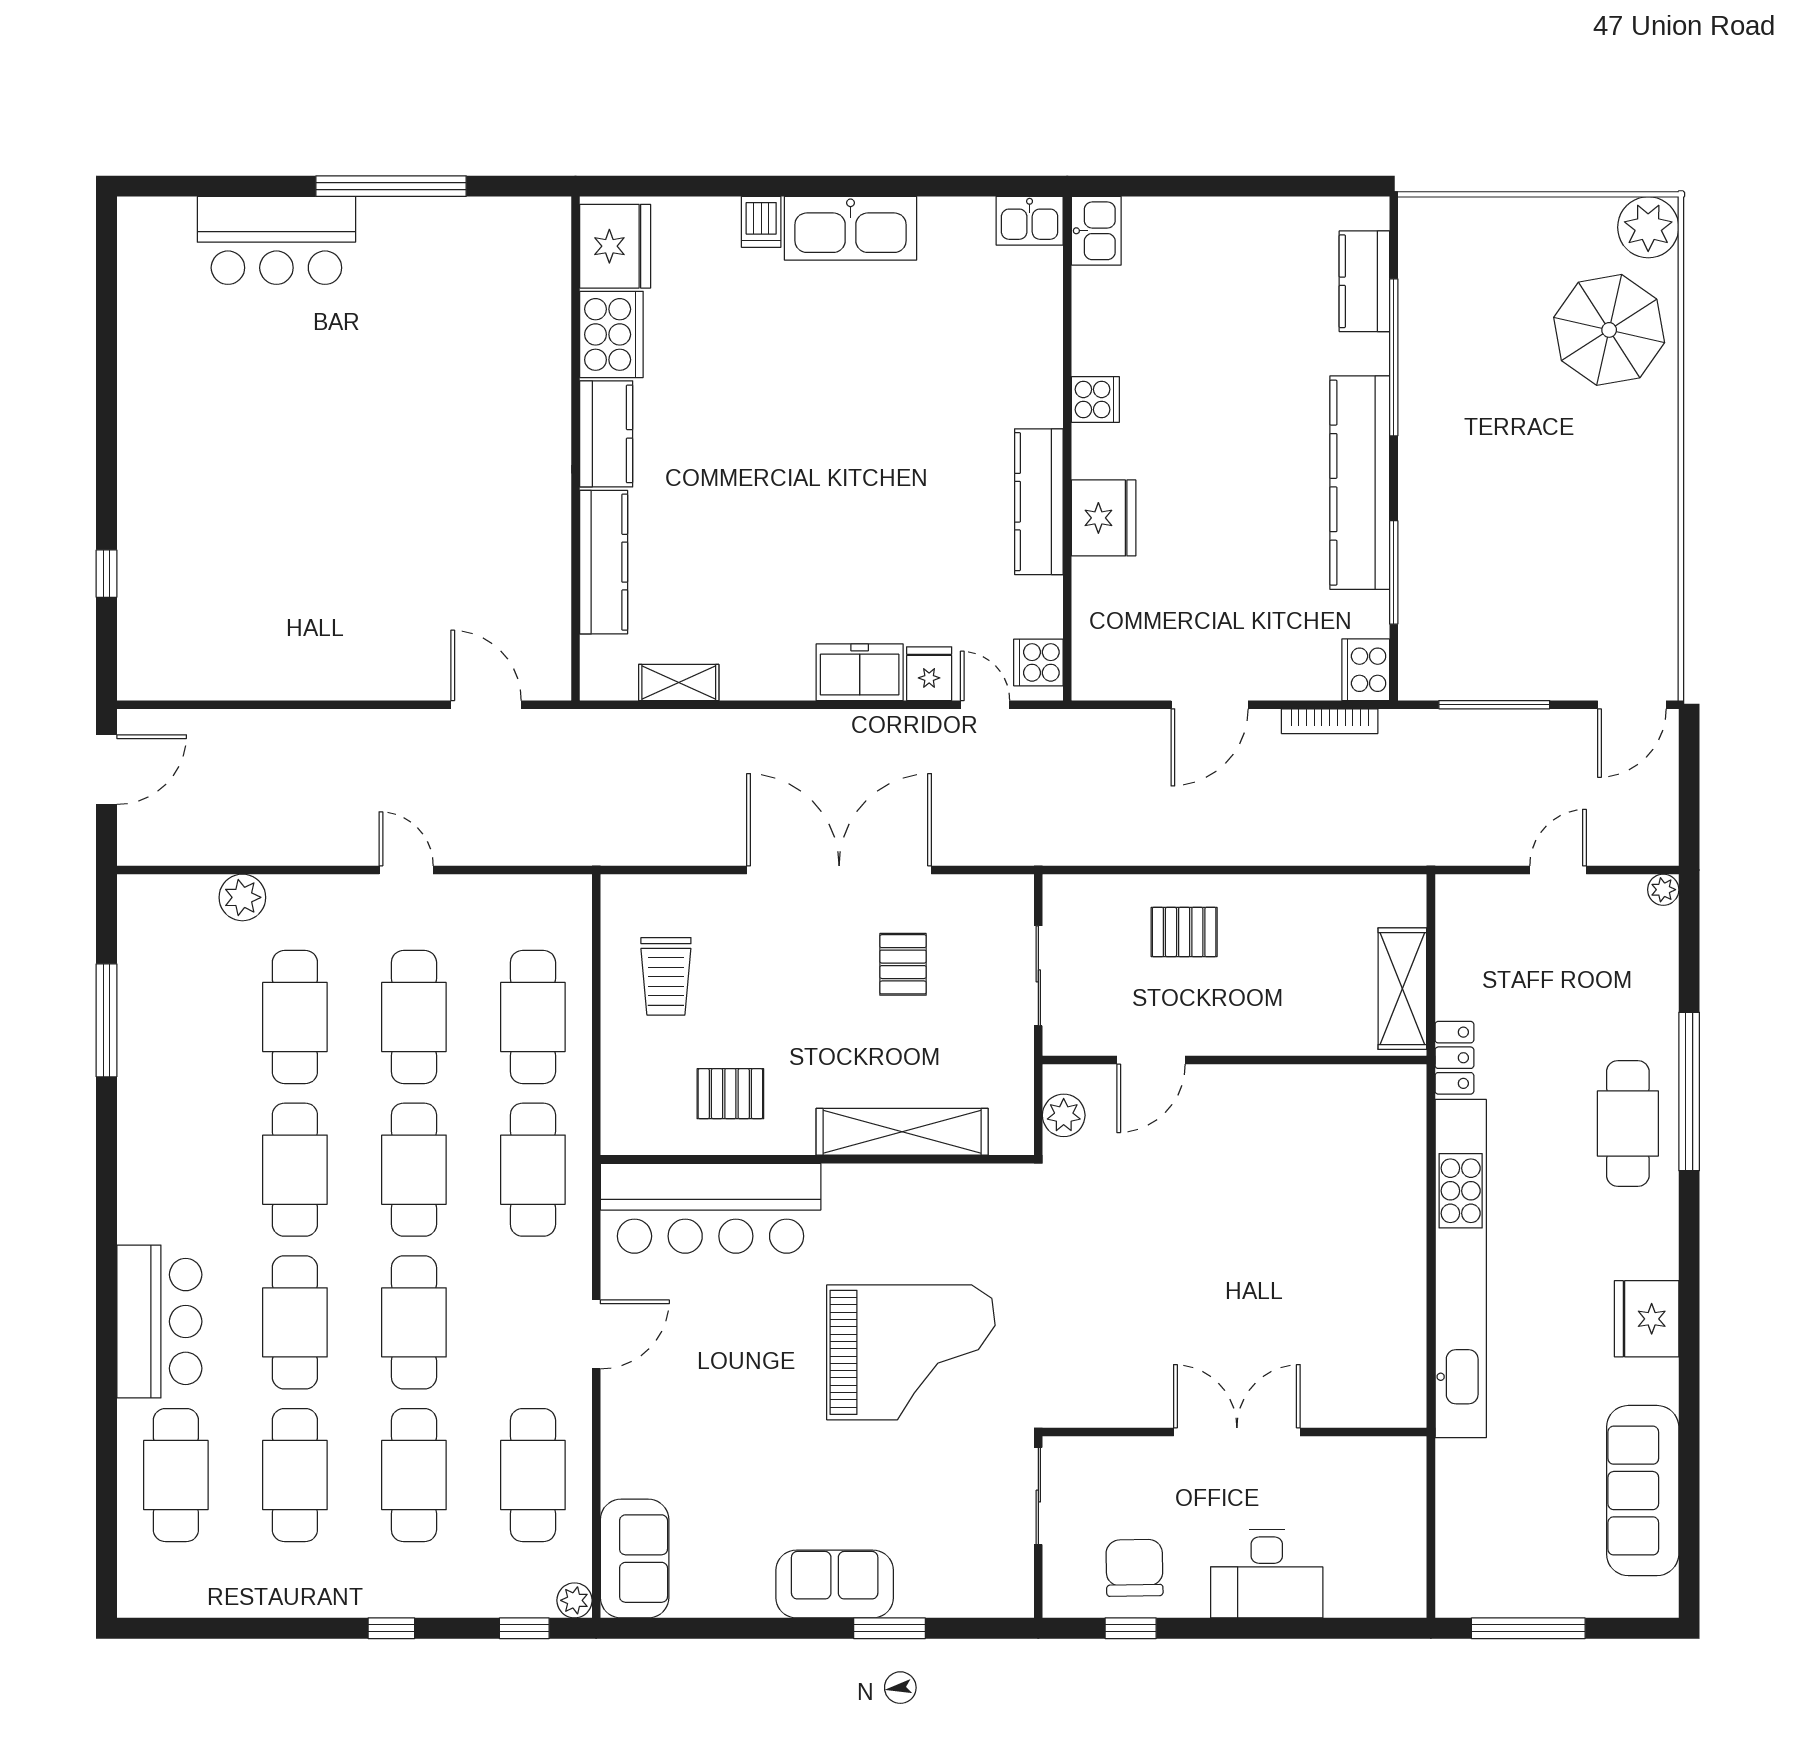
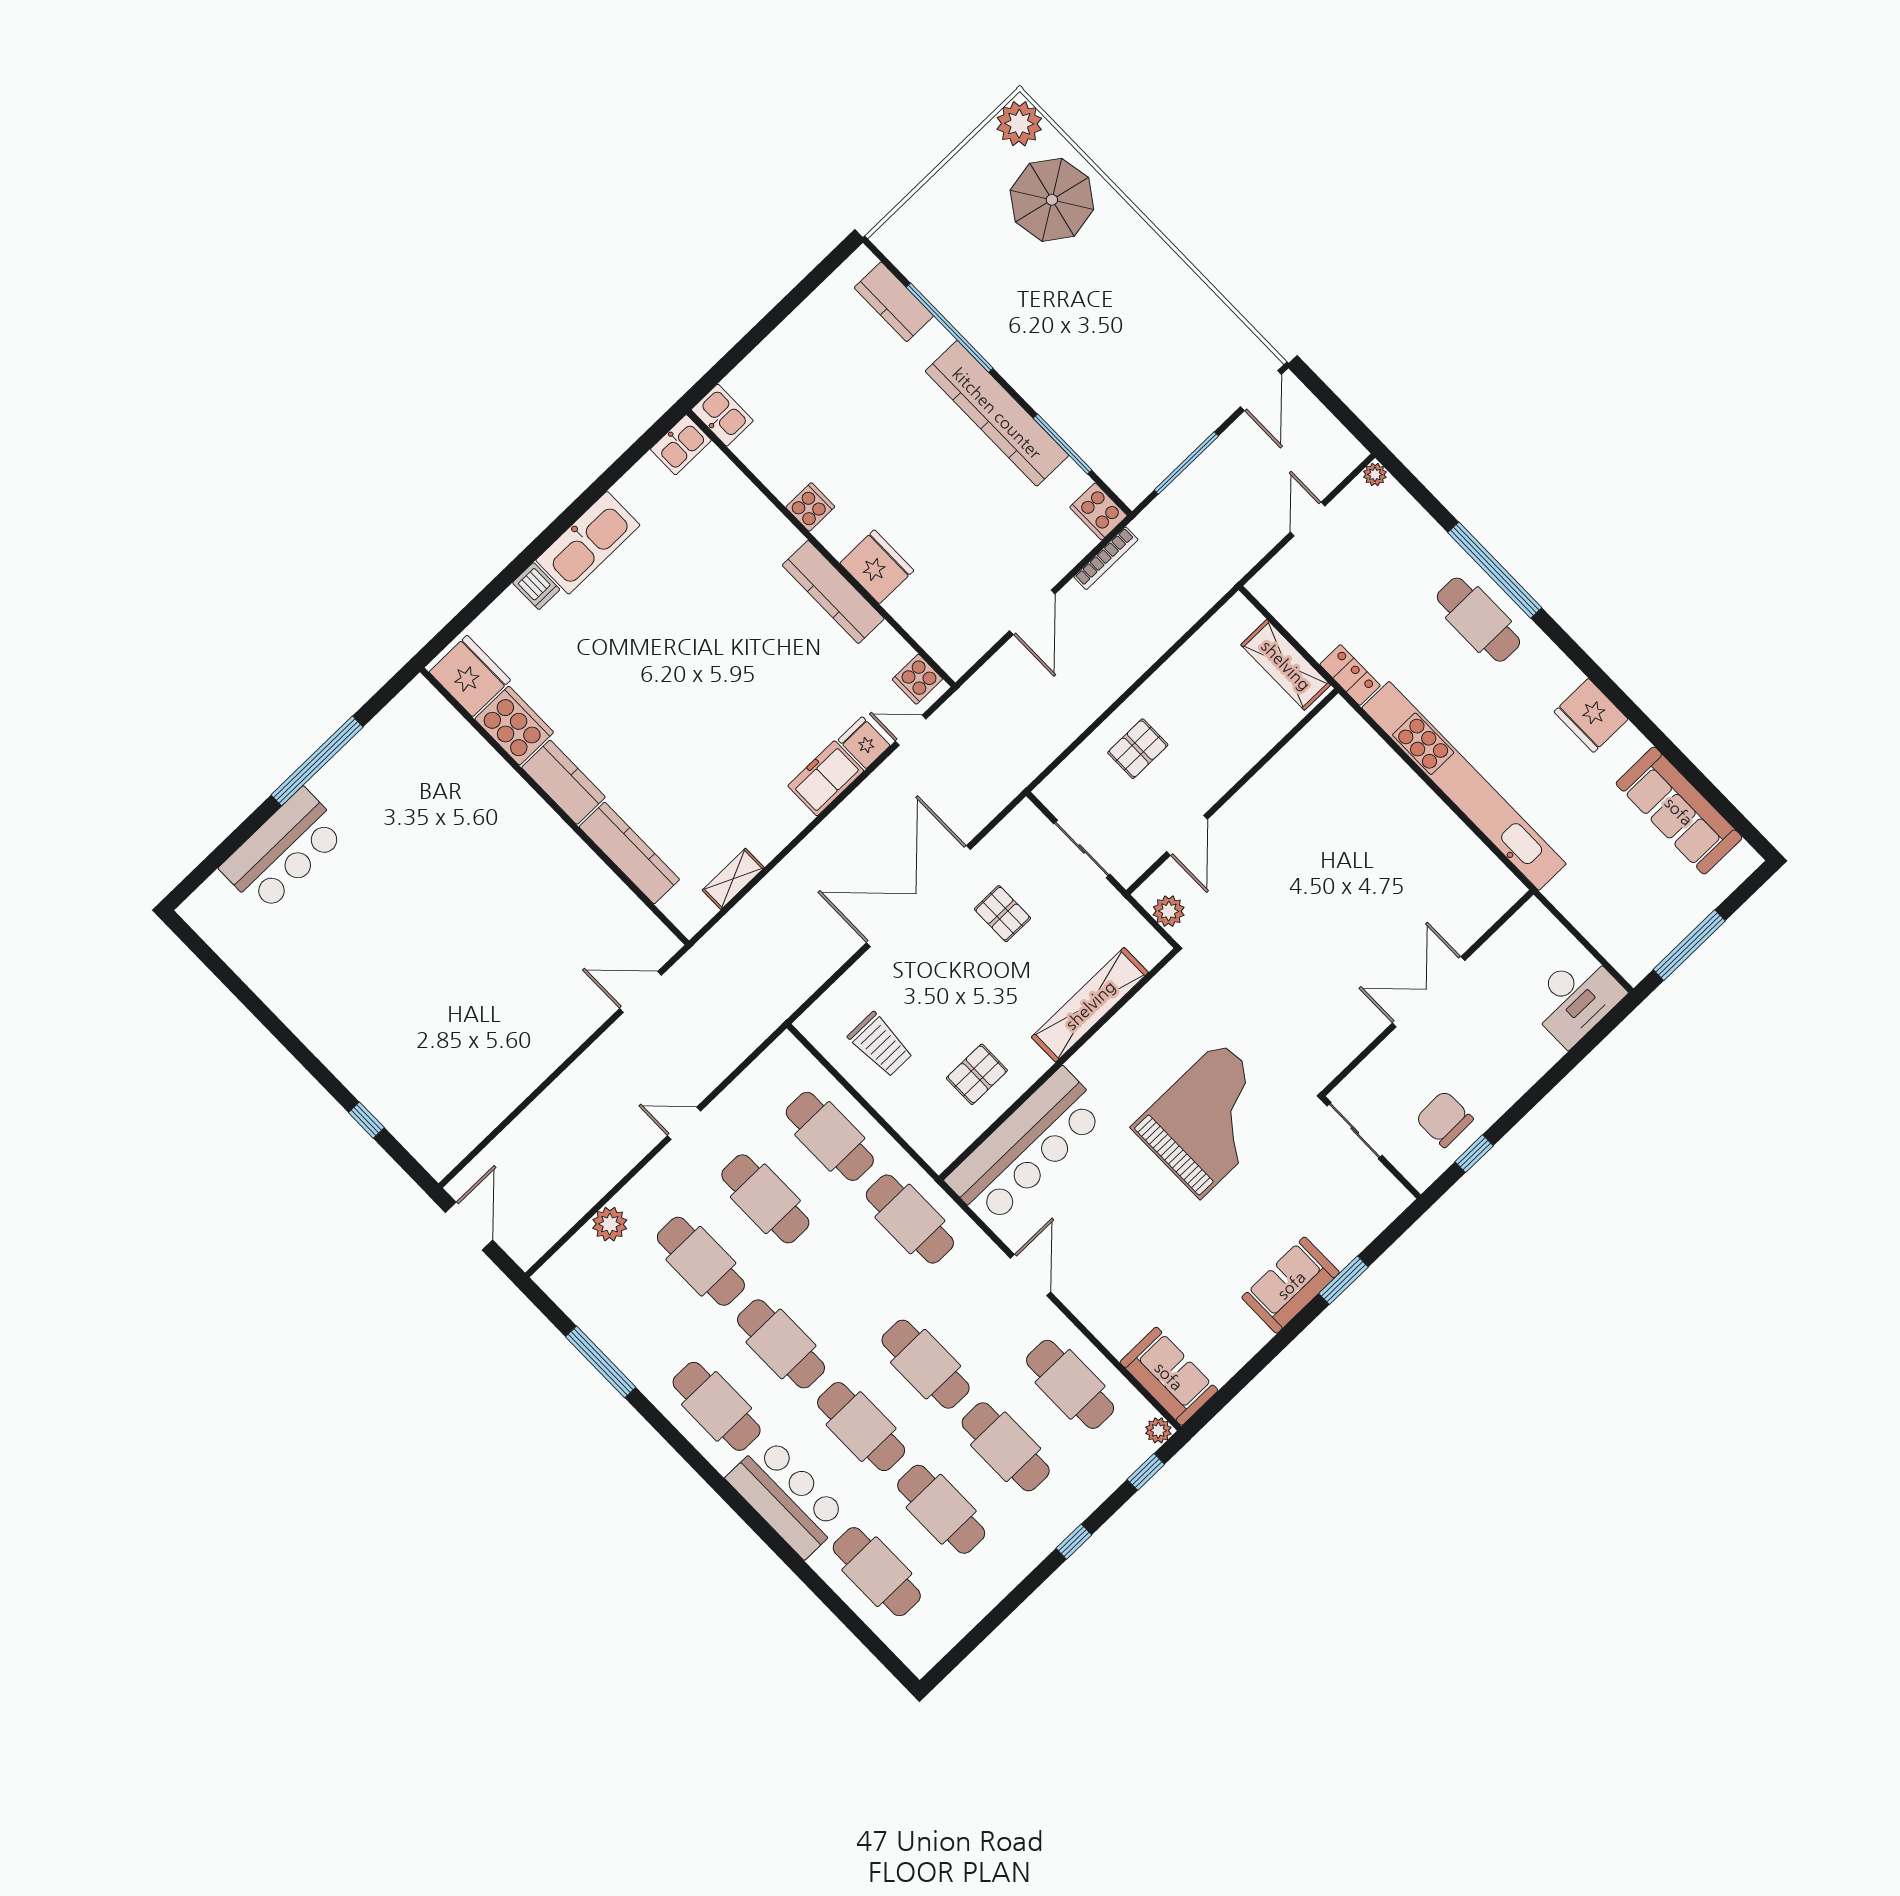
cafe table: (414, 1170) -> (717, 1406), moved
desk: (1267, 1574) -> (1576, 998), moved

